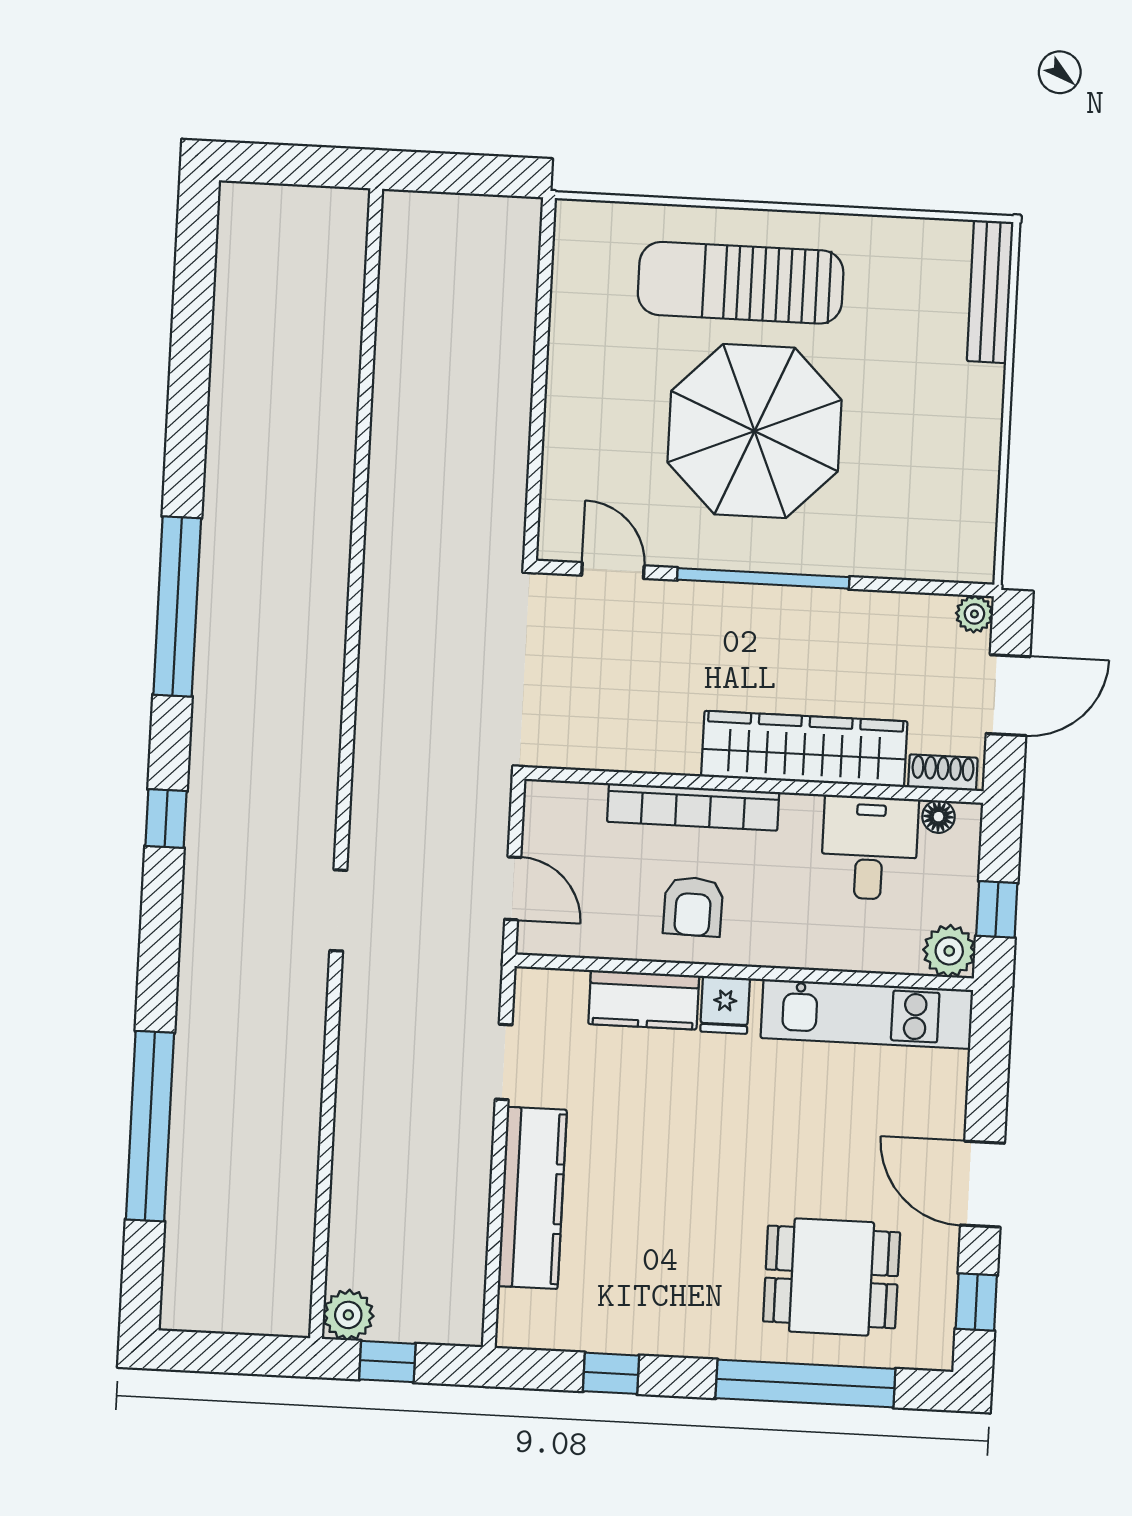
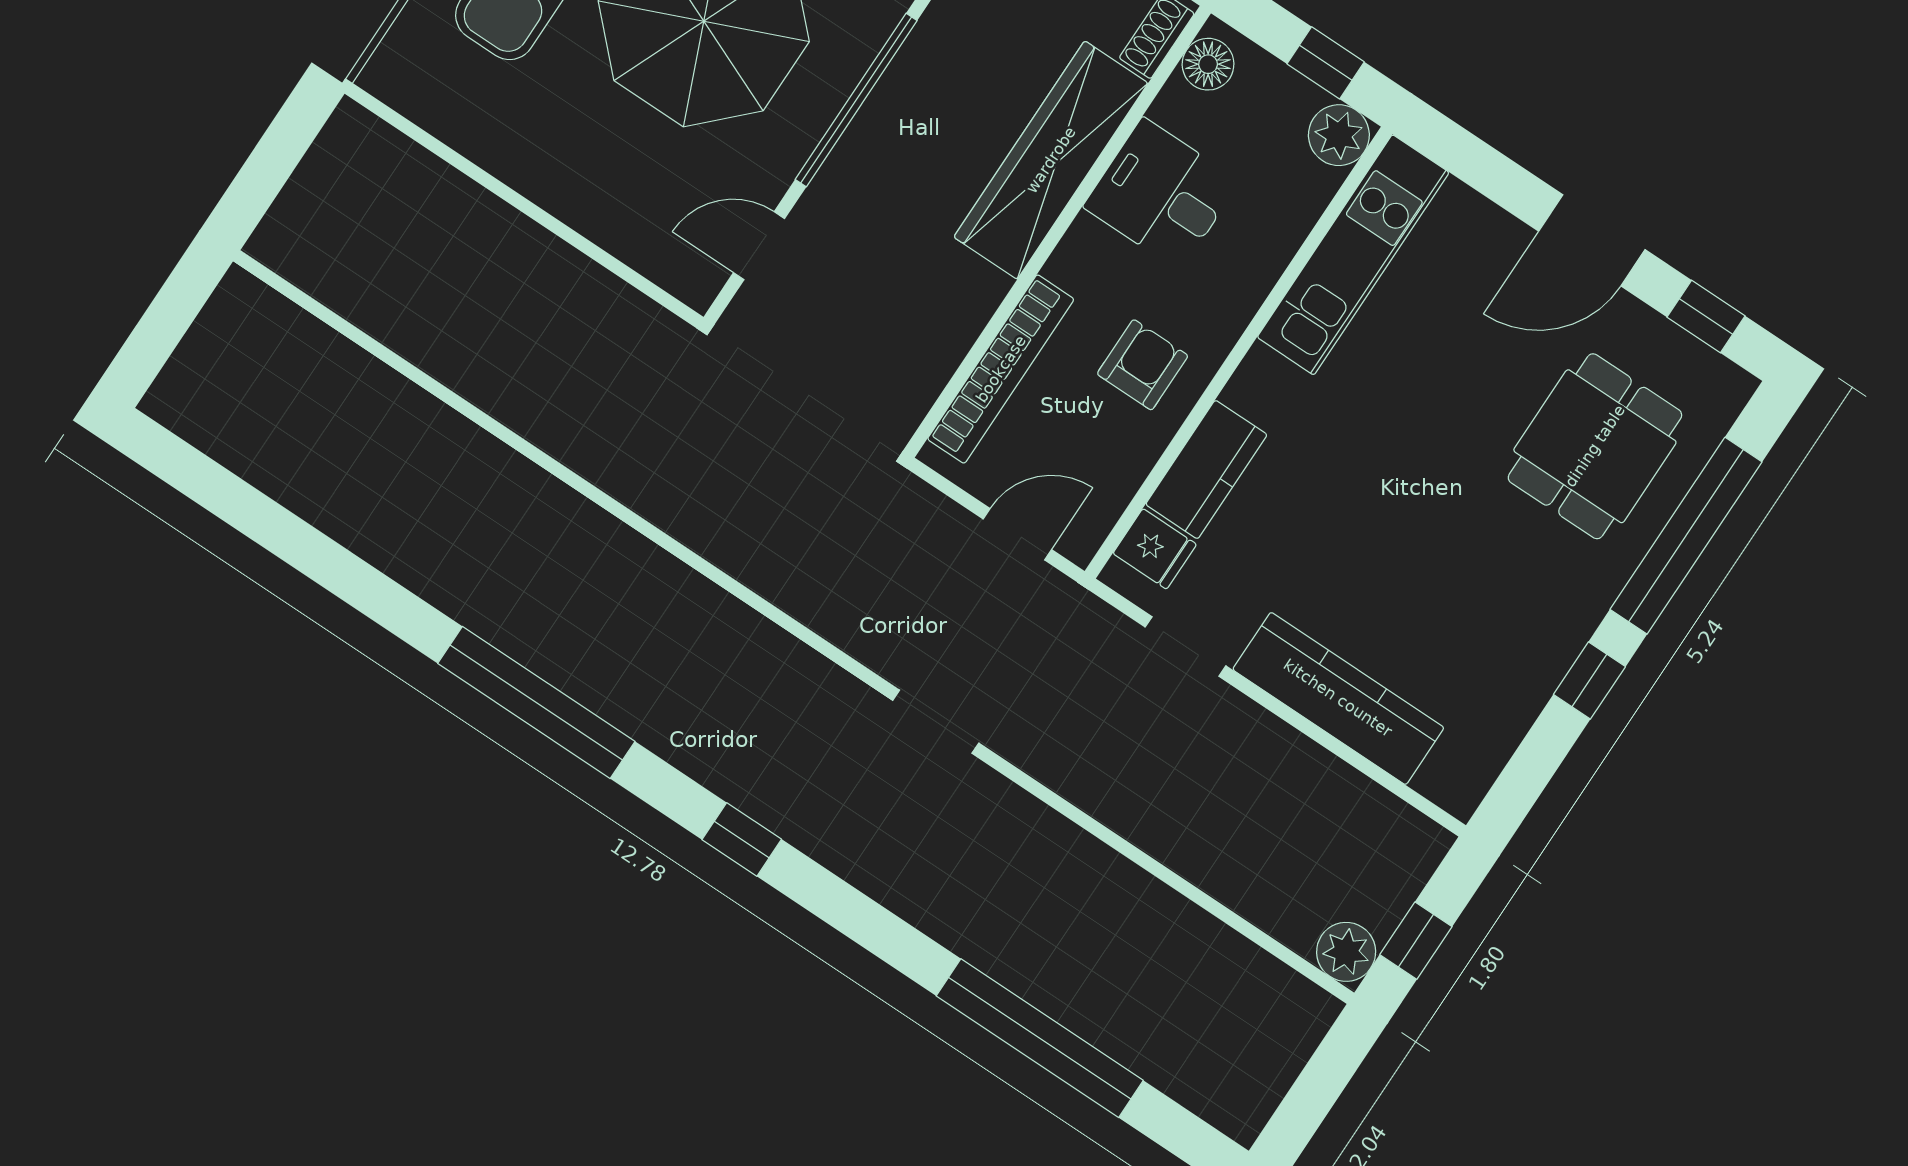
bookcase: (693, 807) -> (1001, 369), moved
floor lamp: (939, 817) -> (1208, 64), width x1.37, depth x1.37
desk: (870, 848) -> (1161, 194), moved
armchair: (693, 907) -> (1143, 365), turned -91
fridge: (725, 1005) -> (1155, 549), moved
window: (611, 1373) -> (1589, 680), moved

